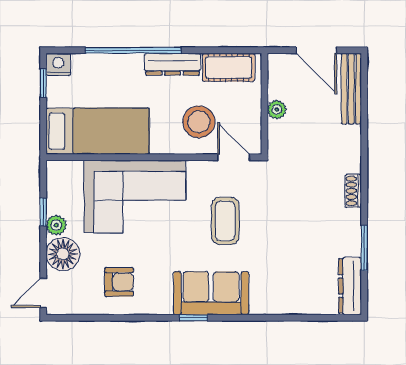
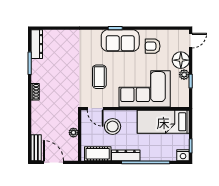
bench: (351, 89) -> (36, 148), width x0.73
sofa: (211, 293) -> (120, 41), moved

